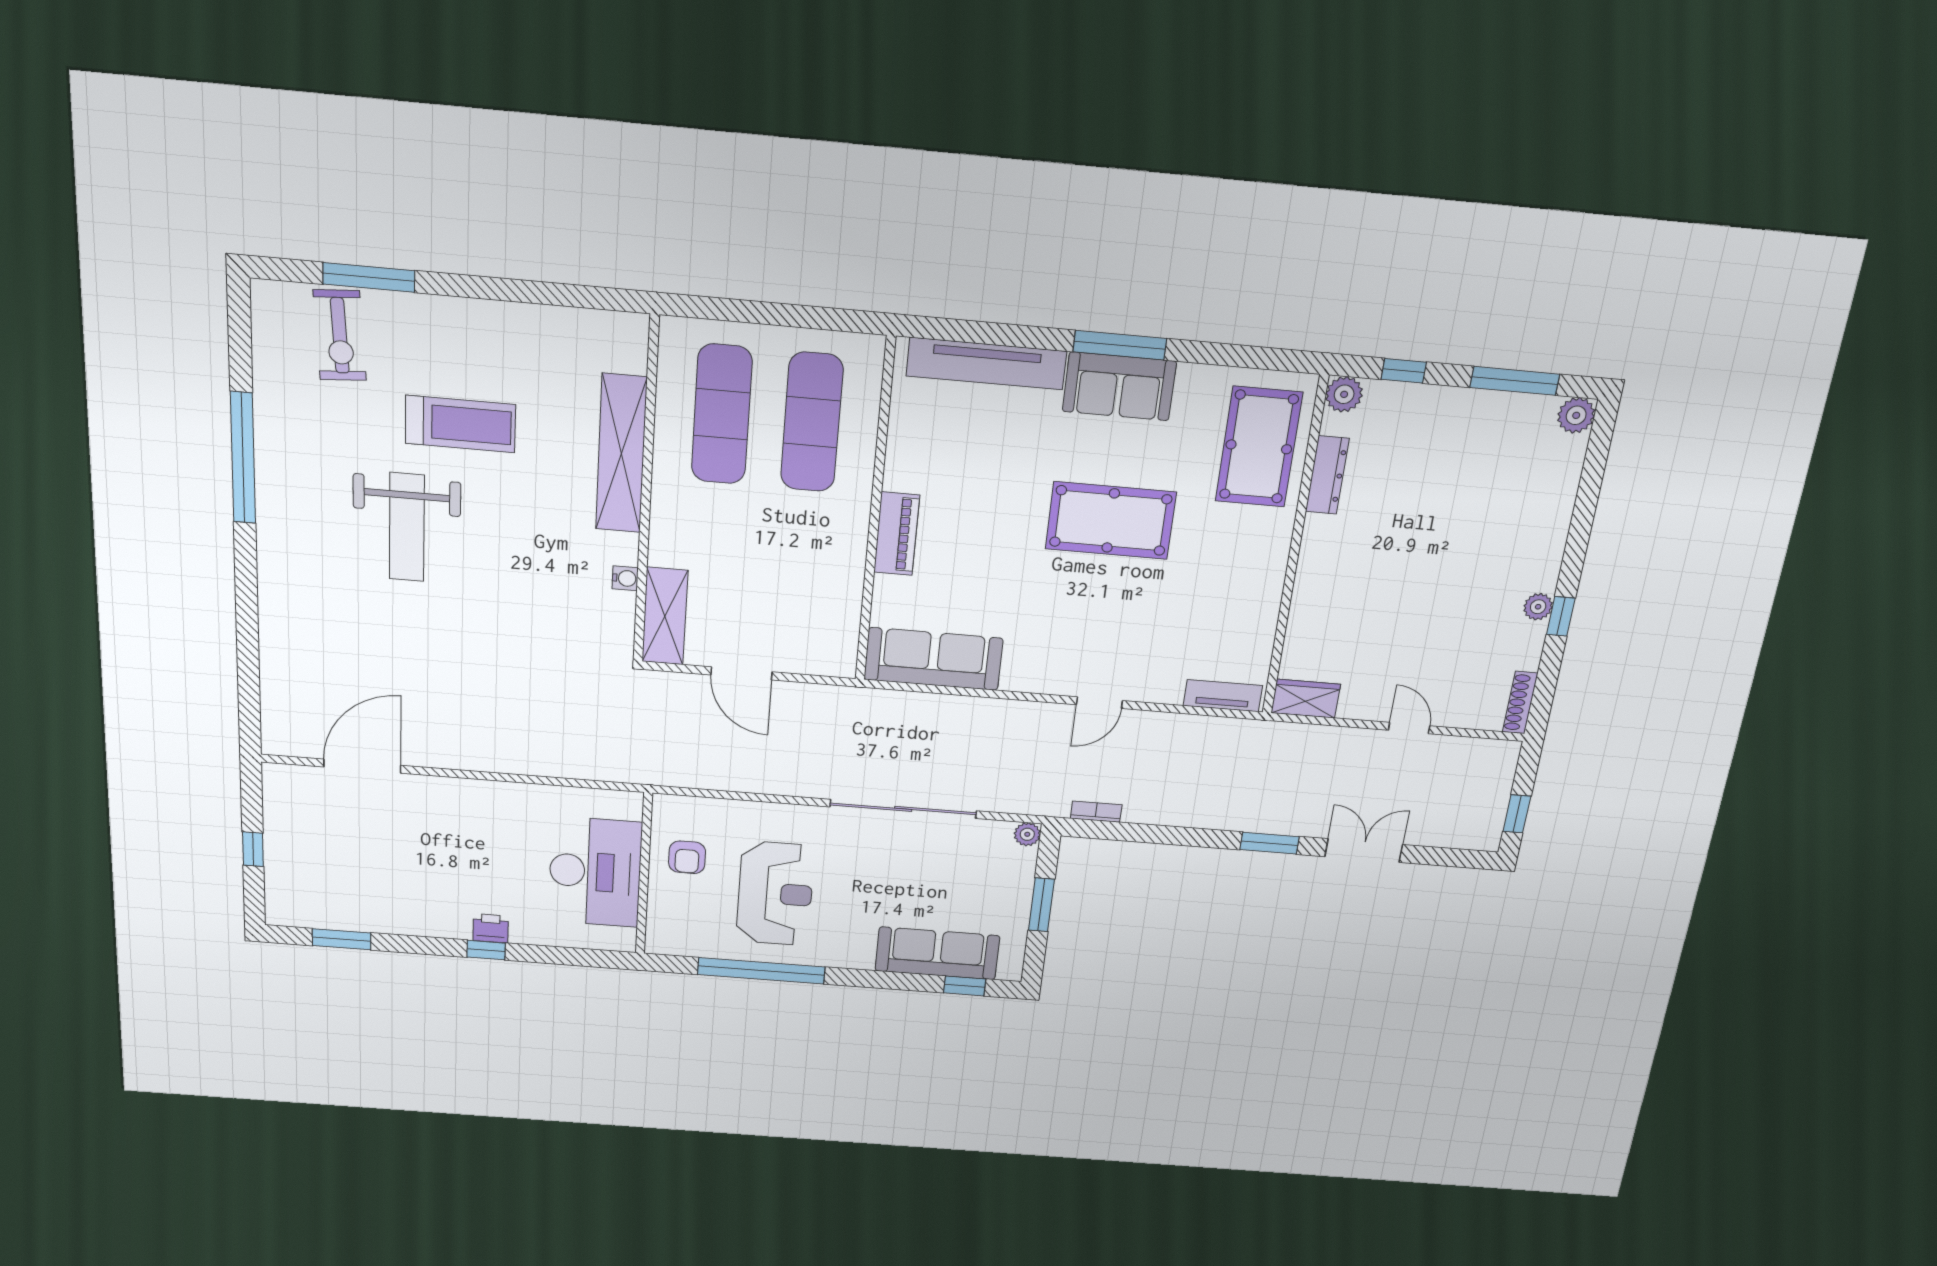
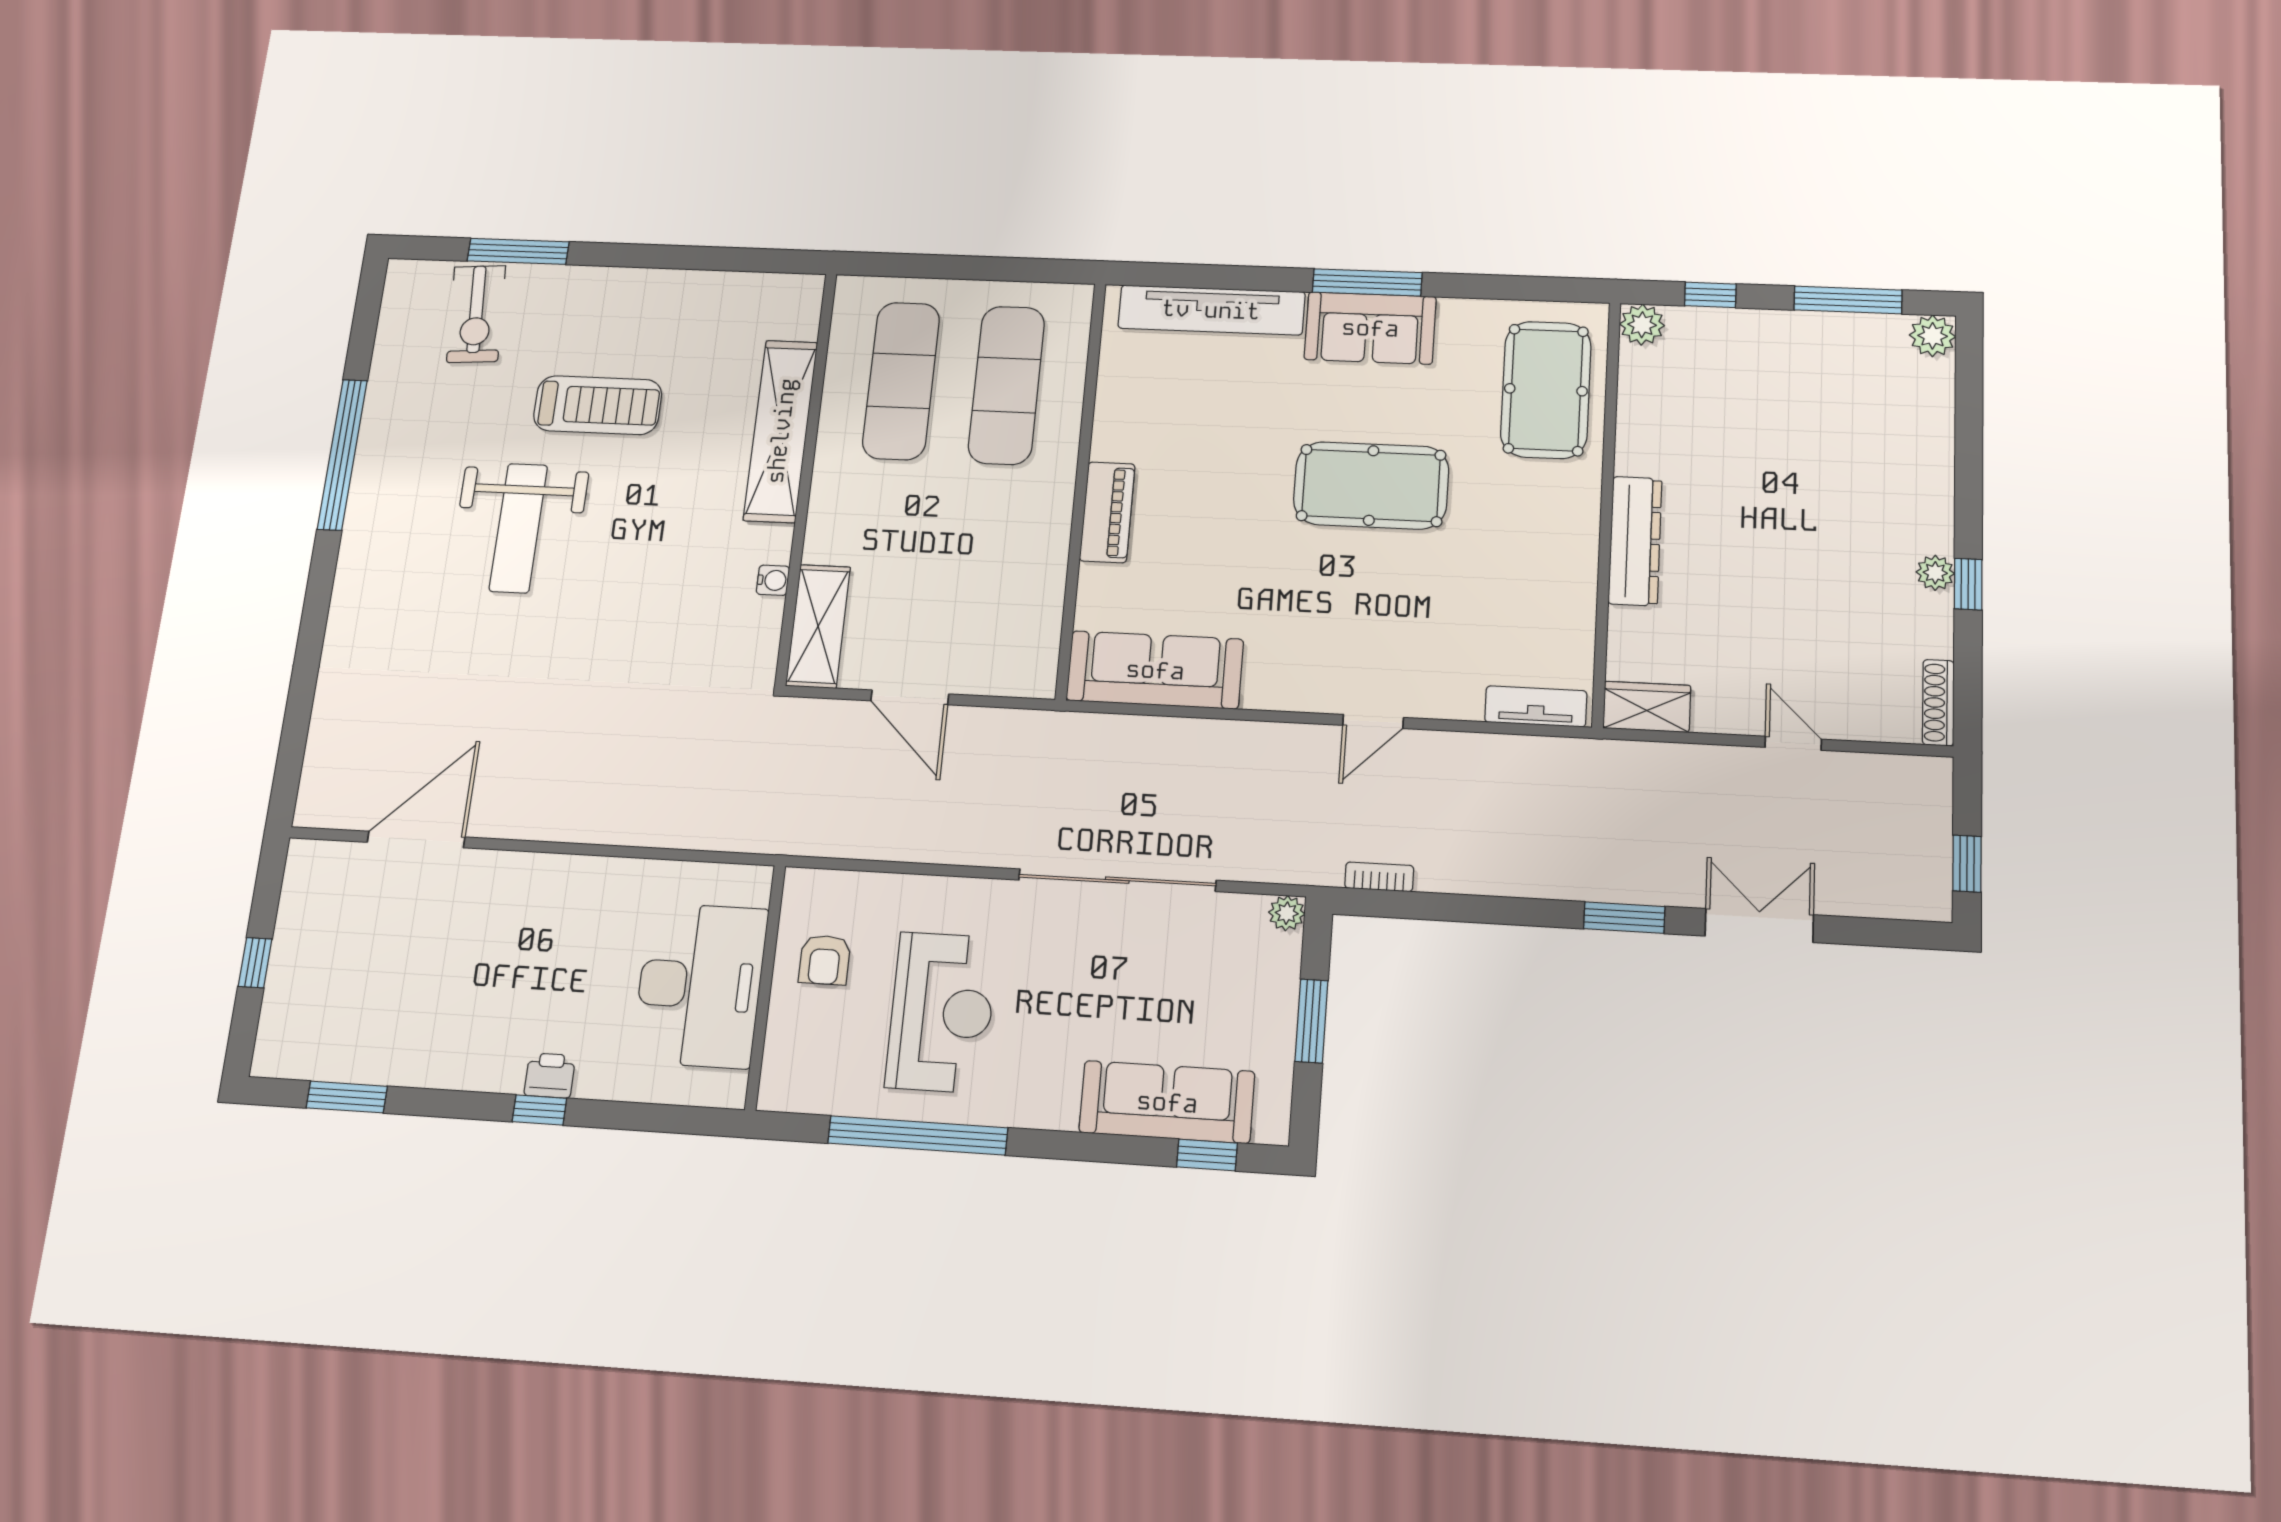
dresser: (1327, 475) -> (1635, 541), moved, width x1.37, depth x1.24

